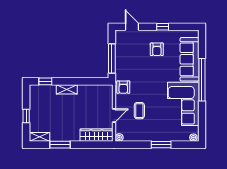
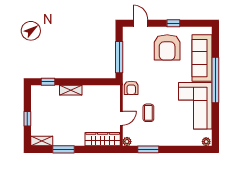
armchair: (157, 49) -> (167, 47), width x1.88, depth x1.88
window: (161, 145) -> (148, 149), moved

